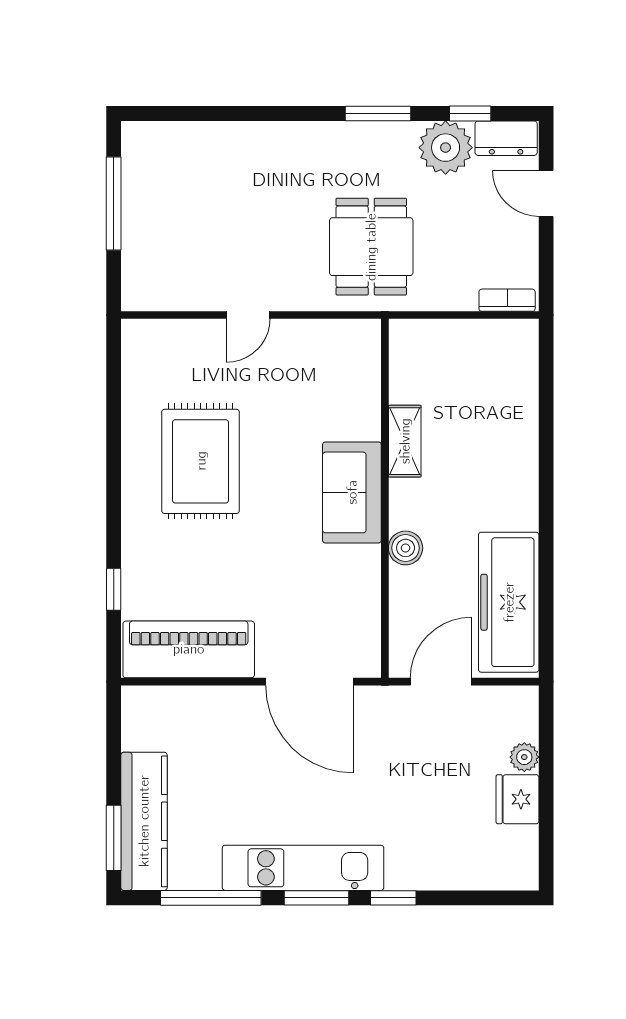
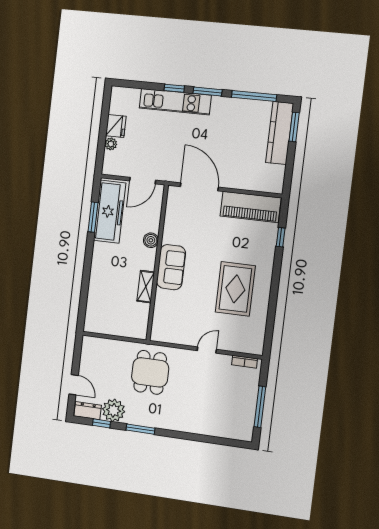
bookcase: (507, 300) -> (245, 362), moved
window: (546, 585) -> (93, 217), added
kitchen unit: (303, 868) -> (175, 102), moved

